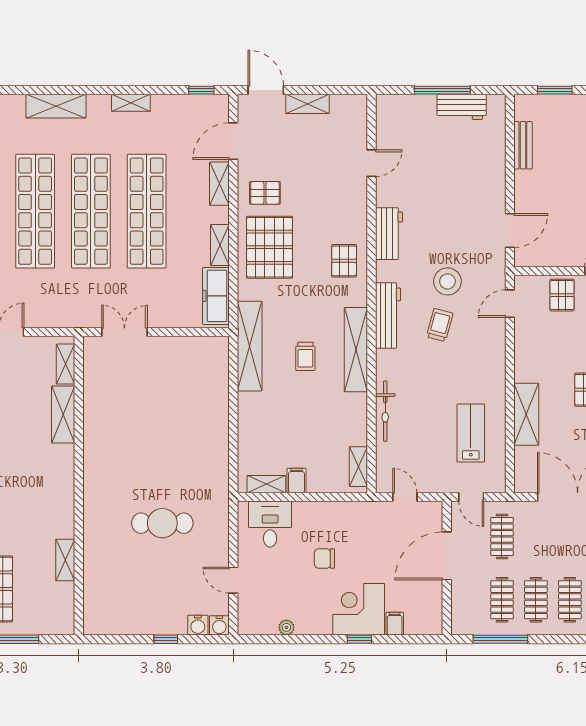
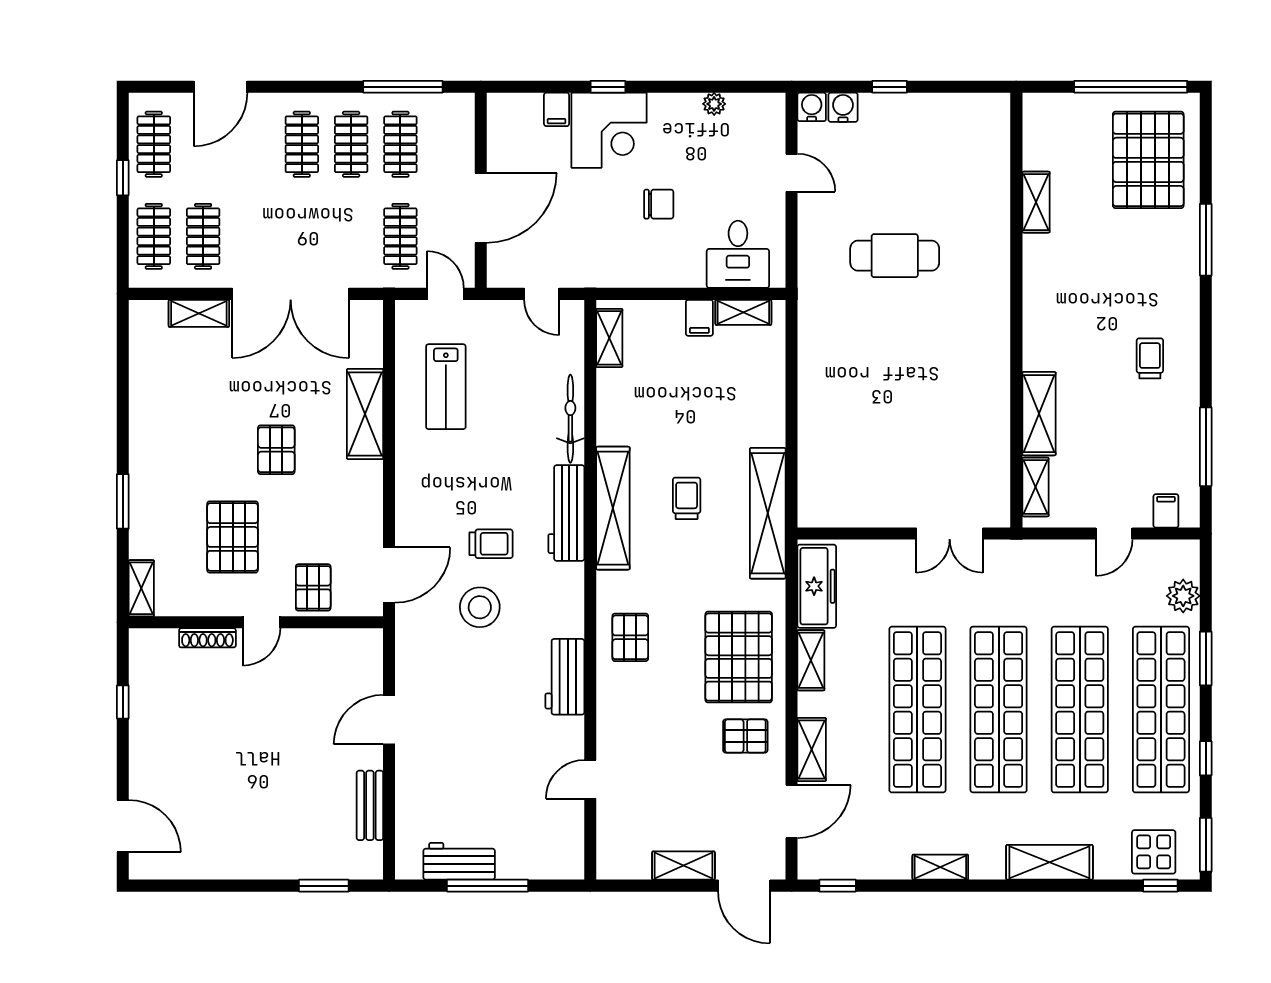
door: (510, 230) -> (389, 720), moved
door: (510, 304) -> (389, 575), width x1.38
workbench: (388, 315) -> (566, 513), moved
trolley: (440, 325) -> (491, 544), turned -105

